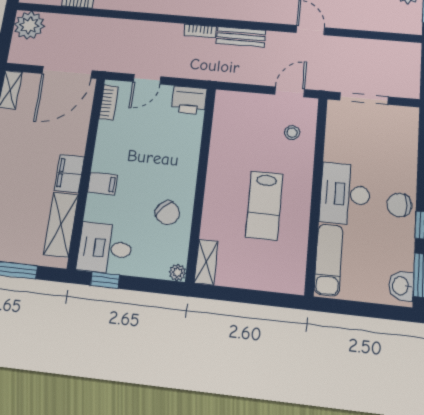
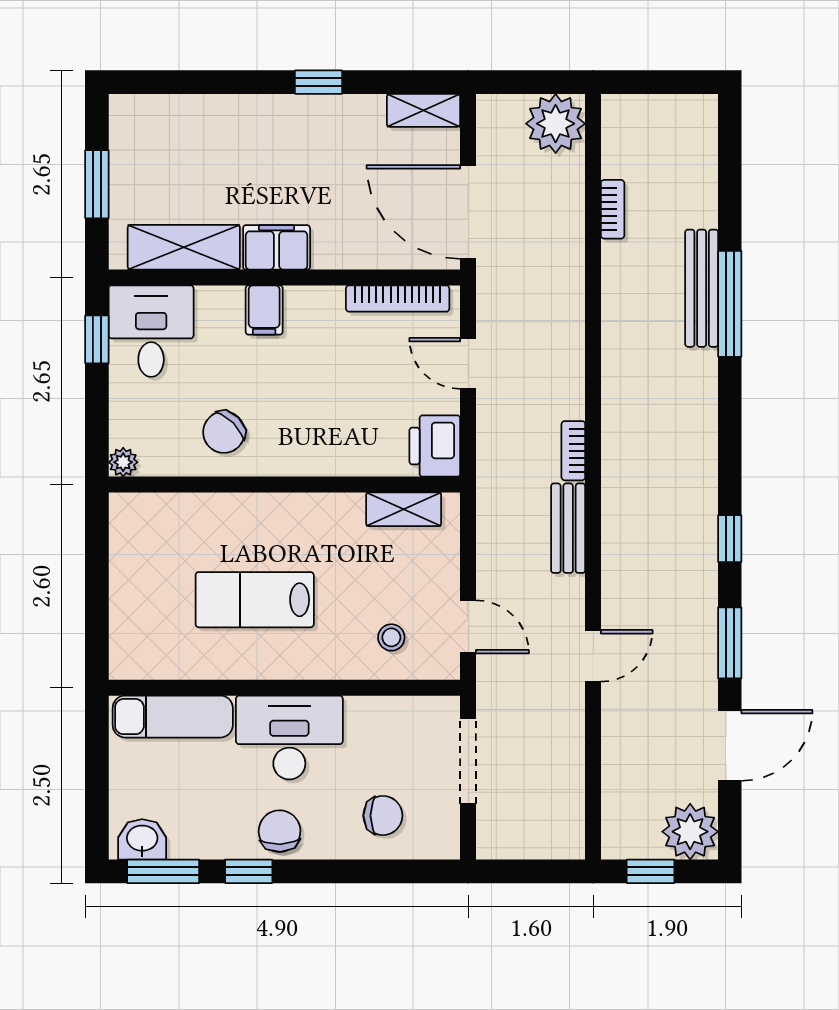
bookcase: (109, 103) -> (398, 299), width x1.56
chair: (393, 147) -> (383, 816), added
shelving: (206, 262) -> (404, 509), moved

